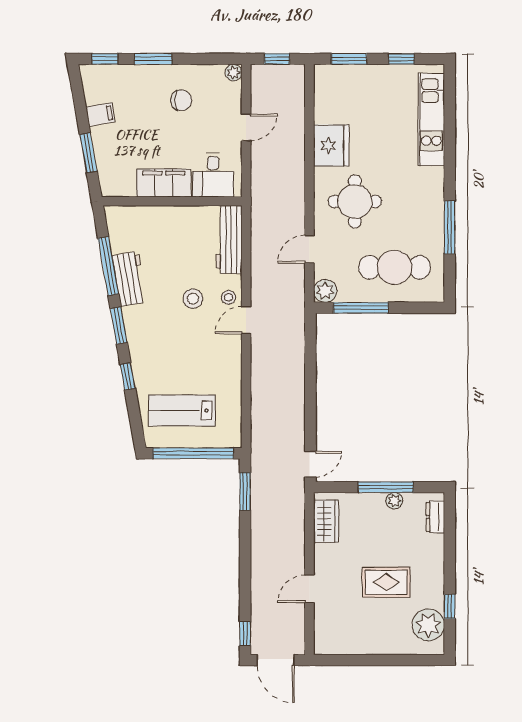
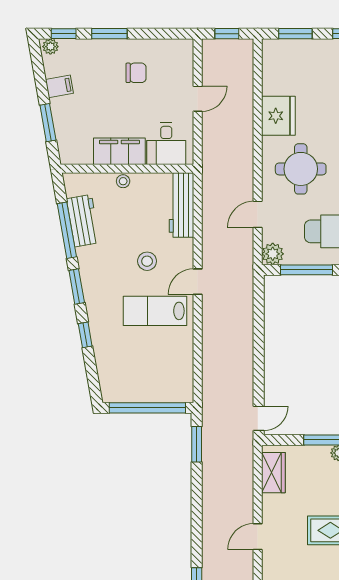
plant: (234, 72) -> (50, 47), moved
workbench: (129, 279) -> (83, 221), moved
stool: (228, 297) -> (123, 181), moved
lab bench: (182, 410) -> (155, 311), moved

